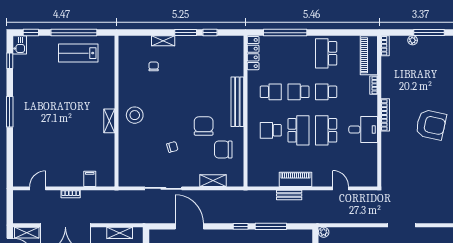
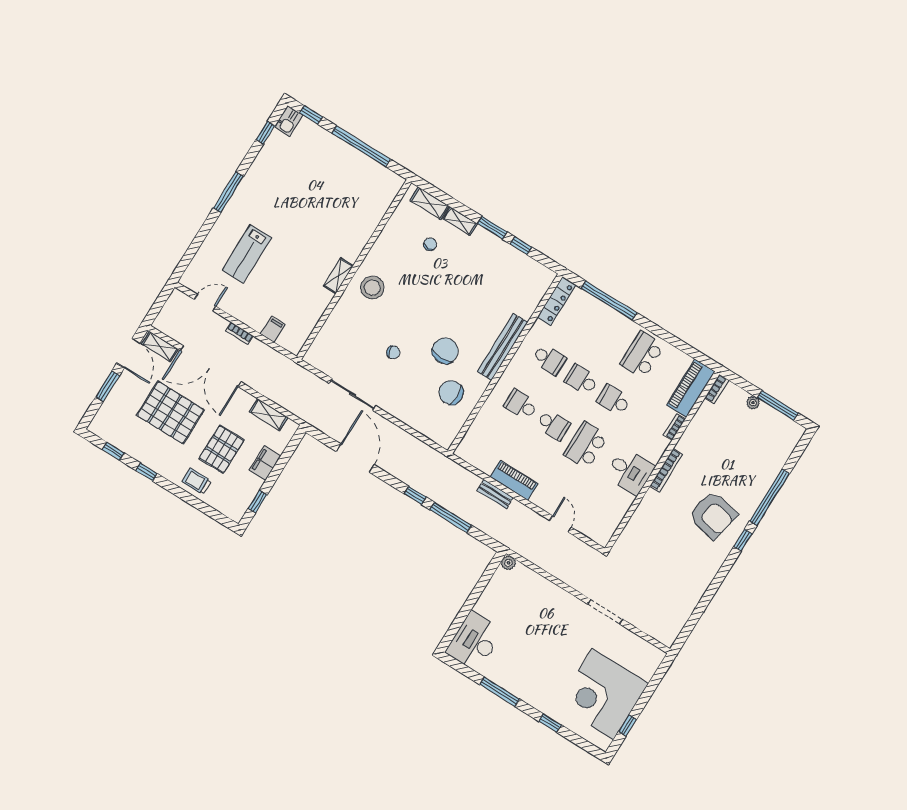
lab bench: (78, 53) -> (247, 254), moved, turned -90
school desk: (298, 130) -> (553, 425), width x0.54
shelving: (213, 181) -> (429, 203), moved

